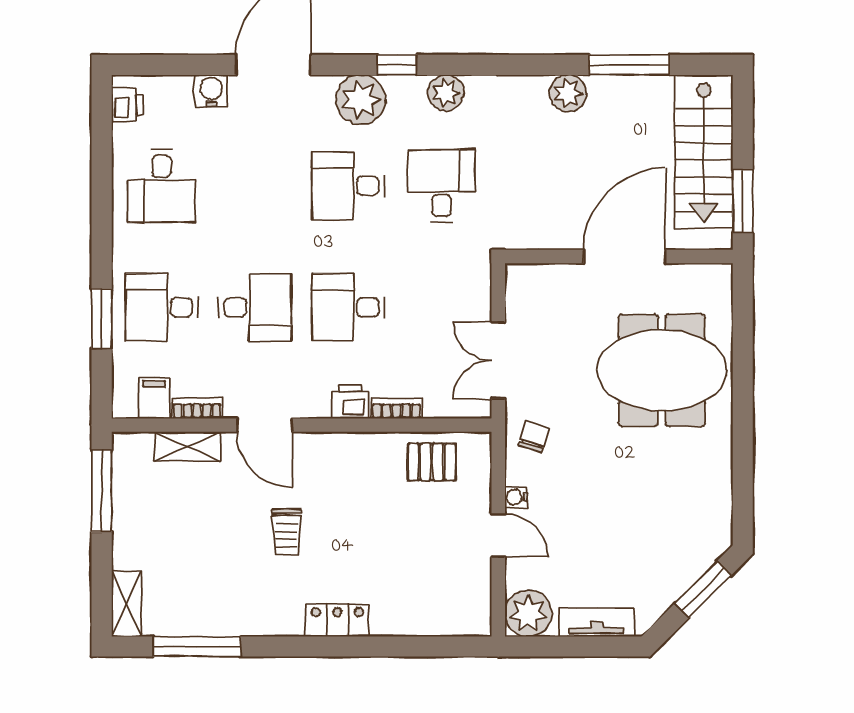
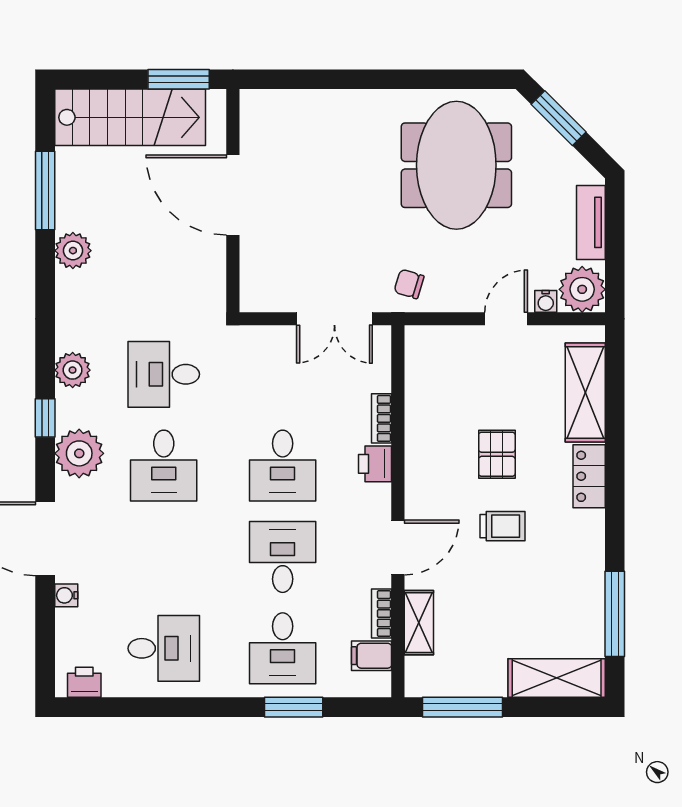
water cooler: (211, 91) -> (66, 595), width x0.72, depth x0.72
meeting table: (662, 370) -> (456, 165), moved
pallet: (432, 462) -> (497, 454), moved
water cooler: (516, 497) -> (546, 301), moved
shelving: (126, 604) -> (557, 678), width x1.50, depth x1.33
shelving: (423, 616) -> (585, 392), added

